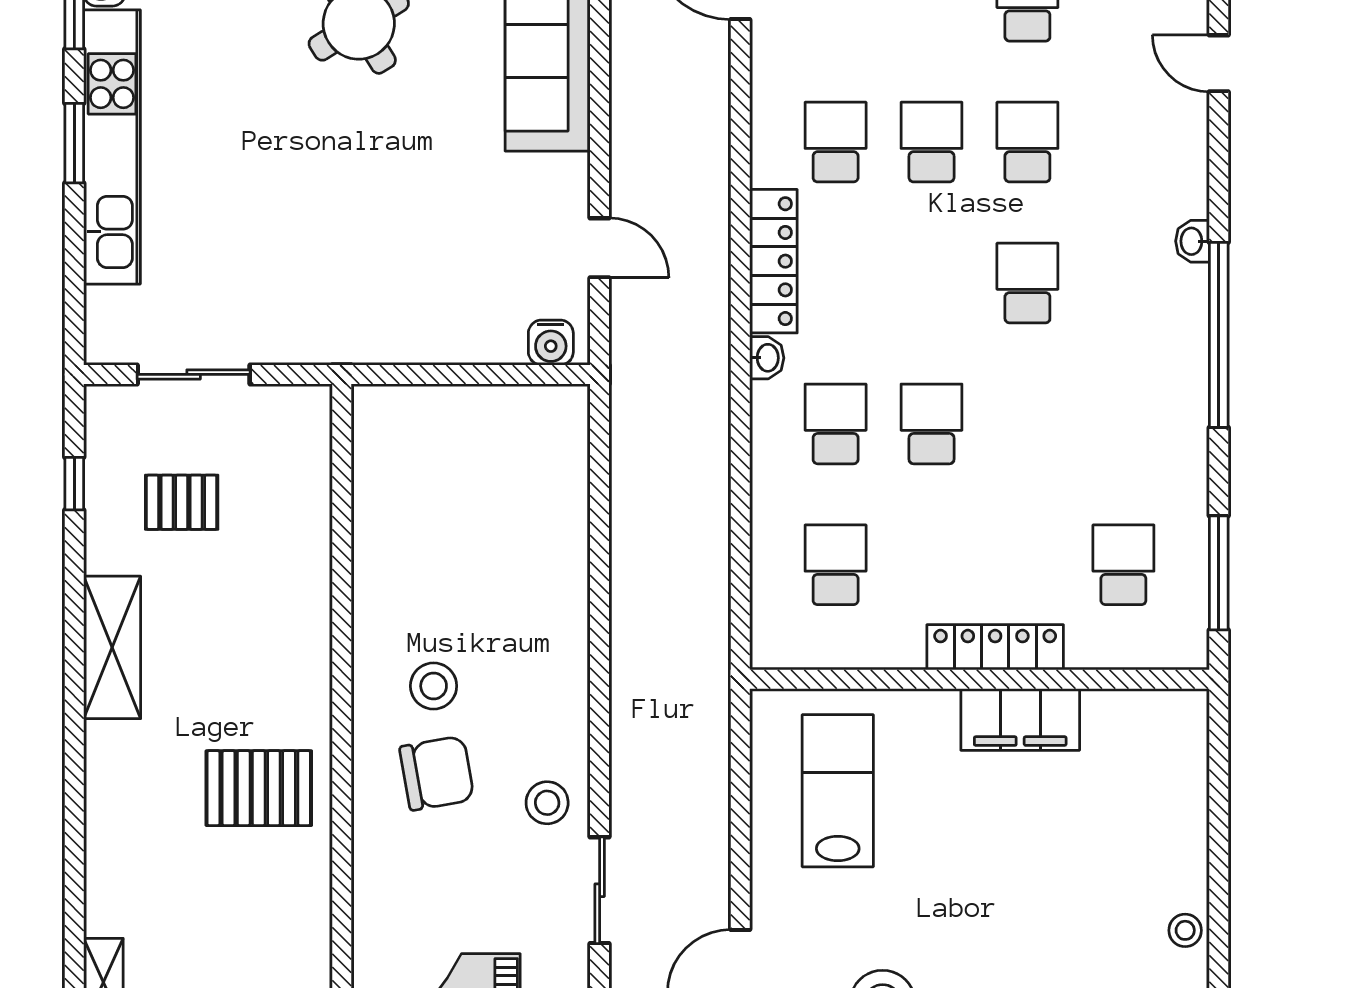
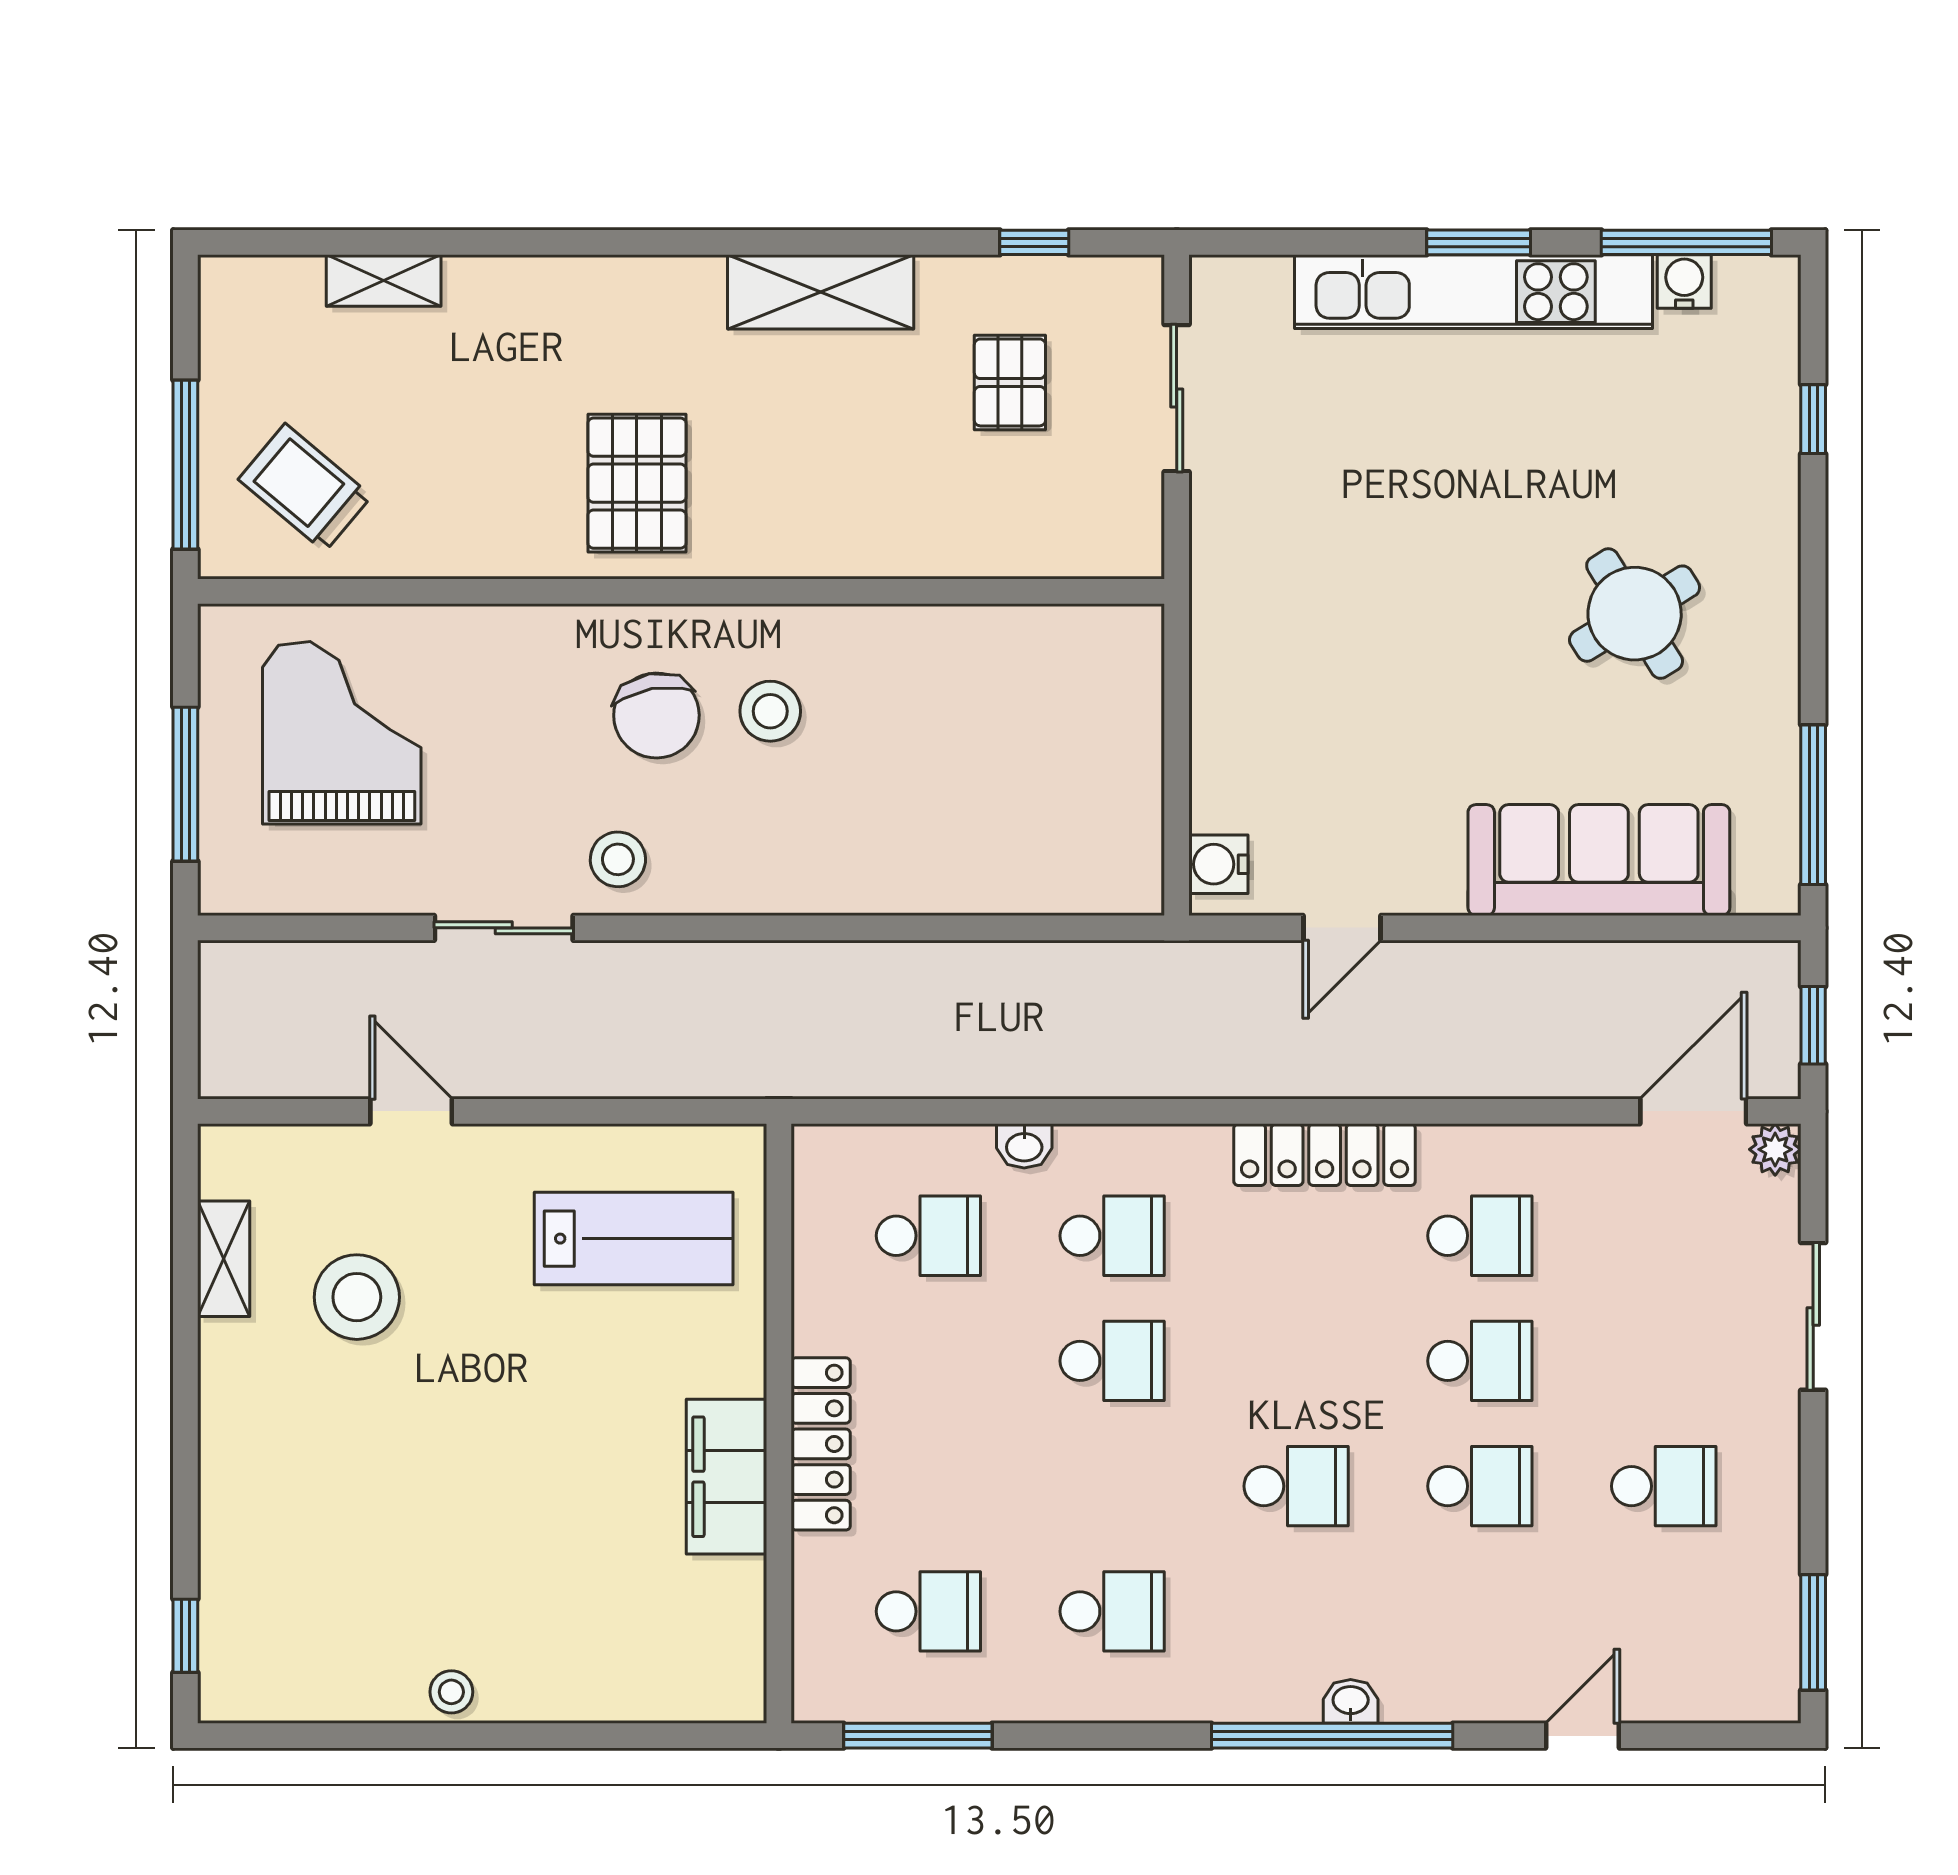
window: (1219, 335) -> (1332, 1736), moved
washbasin: (767, 358) -> (1024, 1146), moved
school desk: (1123, 424) -> (1112, 1611), added

